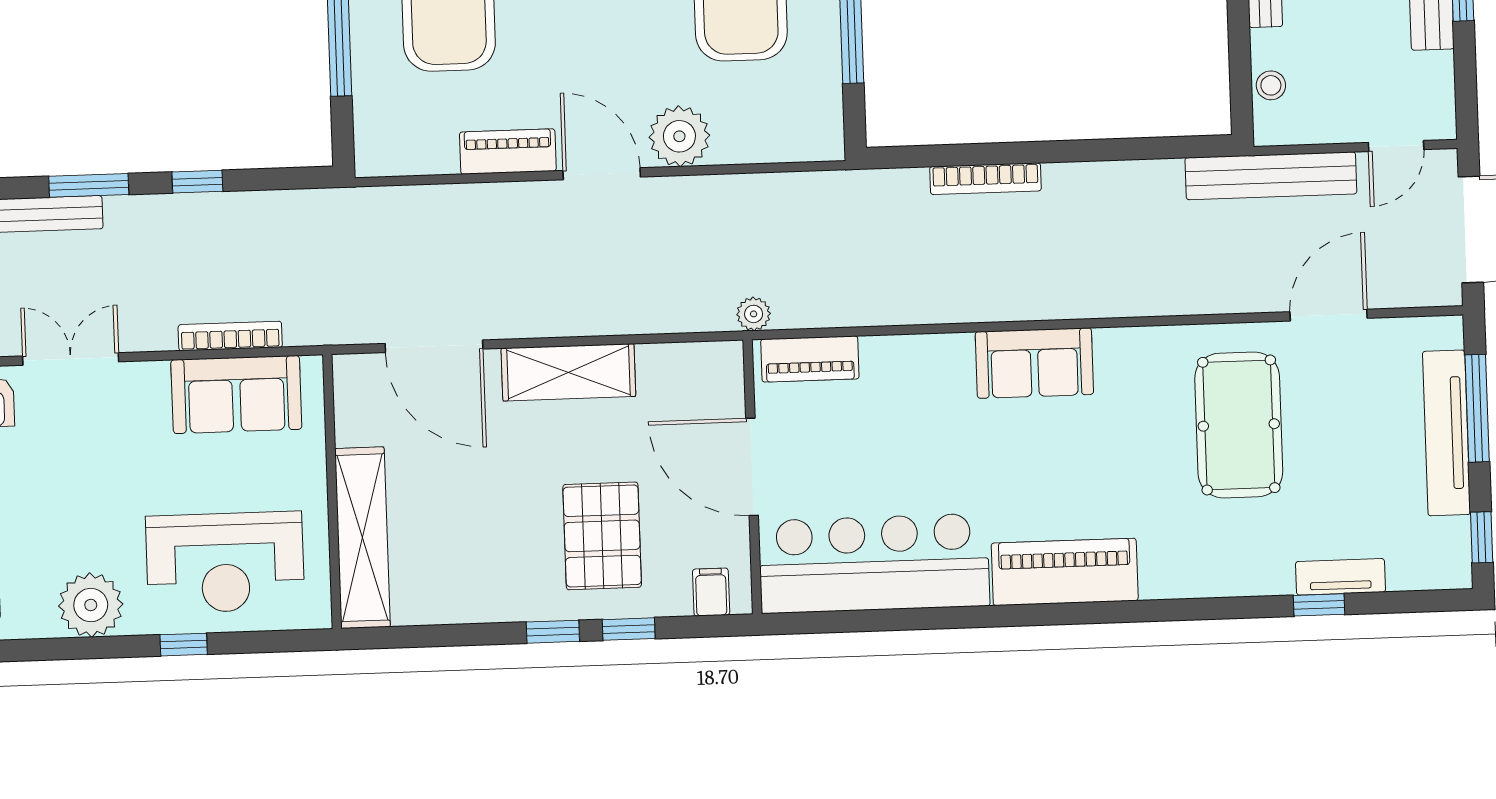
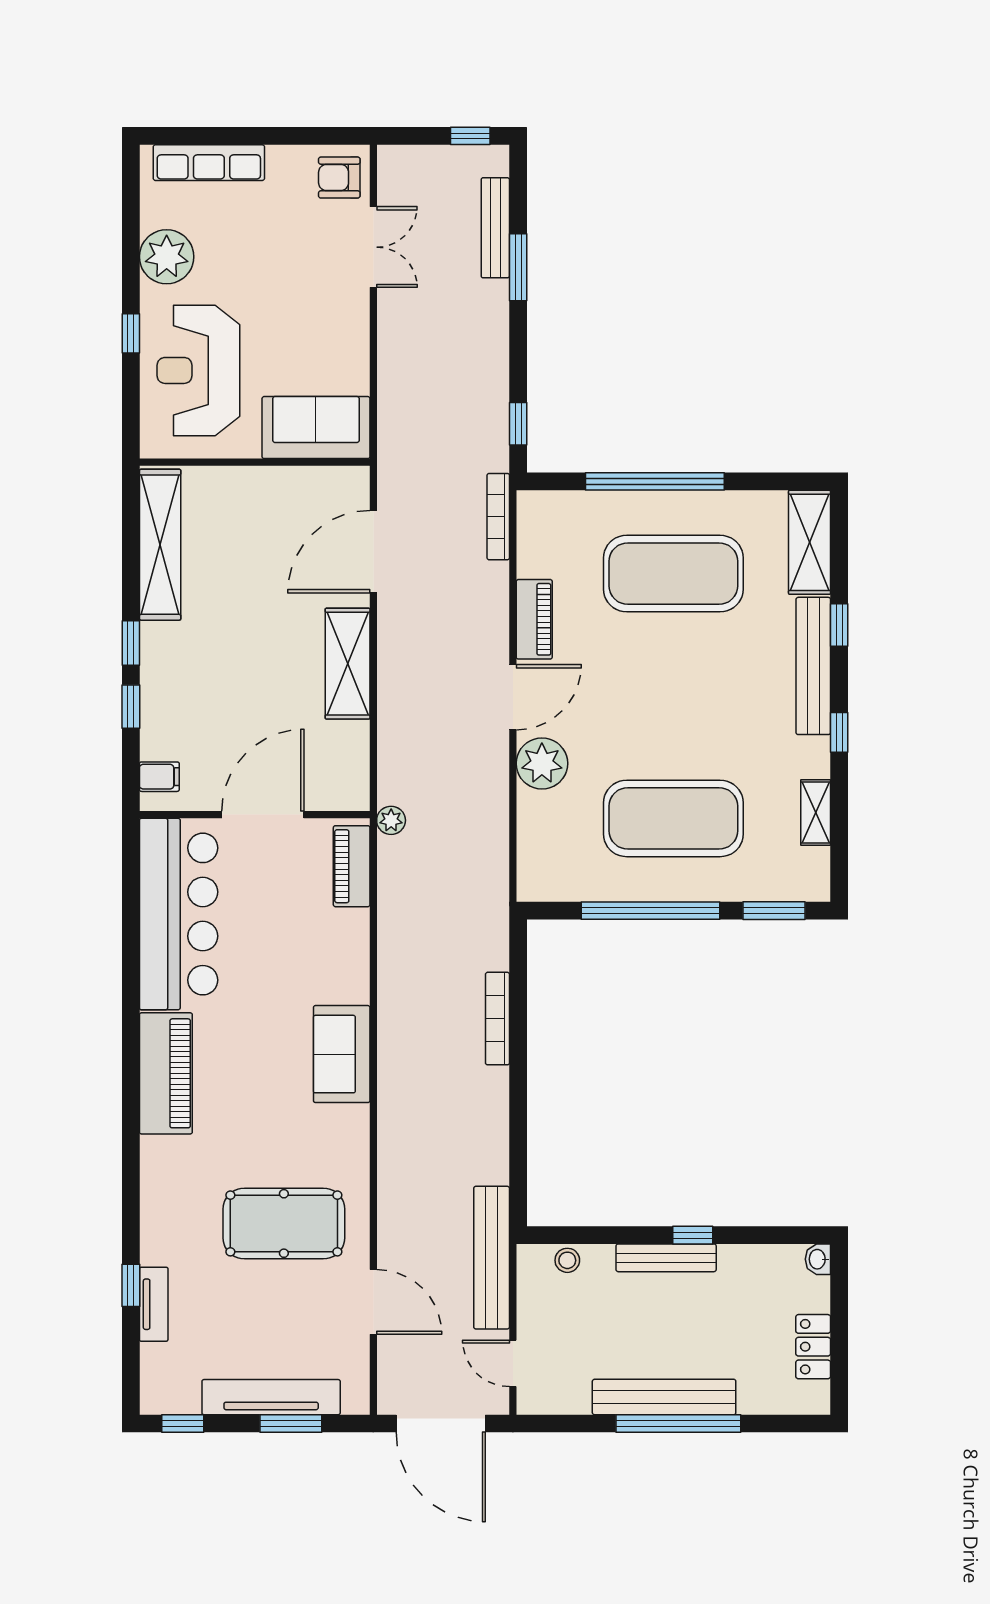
window: (197, 182) -> (518, 424), moved
bookcase: (230, 336) -> (498, 517), moved, turned 180
sofa: (236, 394) -> (316, 428), moved, turned 90
window: (1477, 408) -> (291, 1424), width x0.69
pallet: (602, 536) -> (210, 687), removed
shelving: (362, 538) -> (160, 545), moved, turned 90

